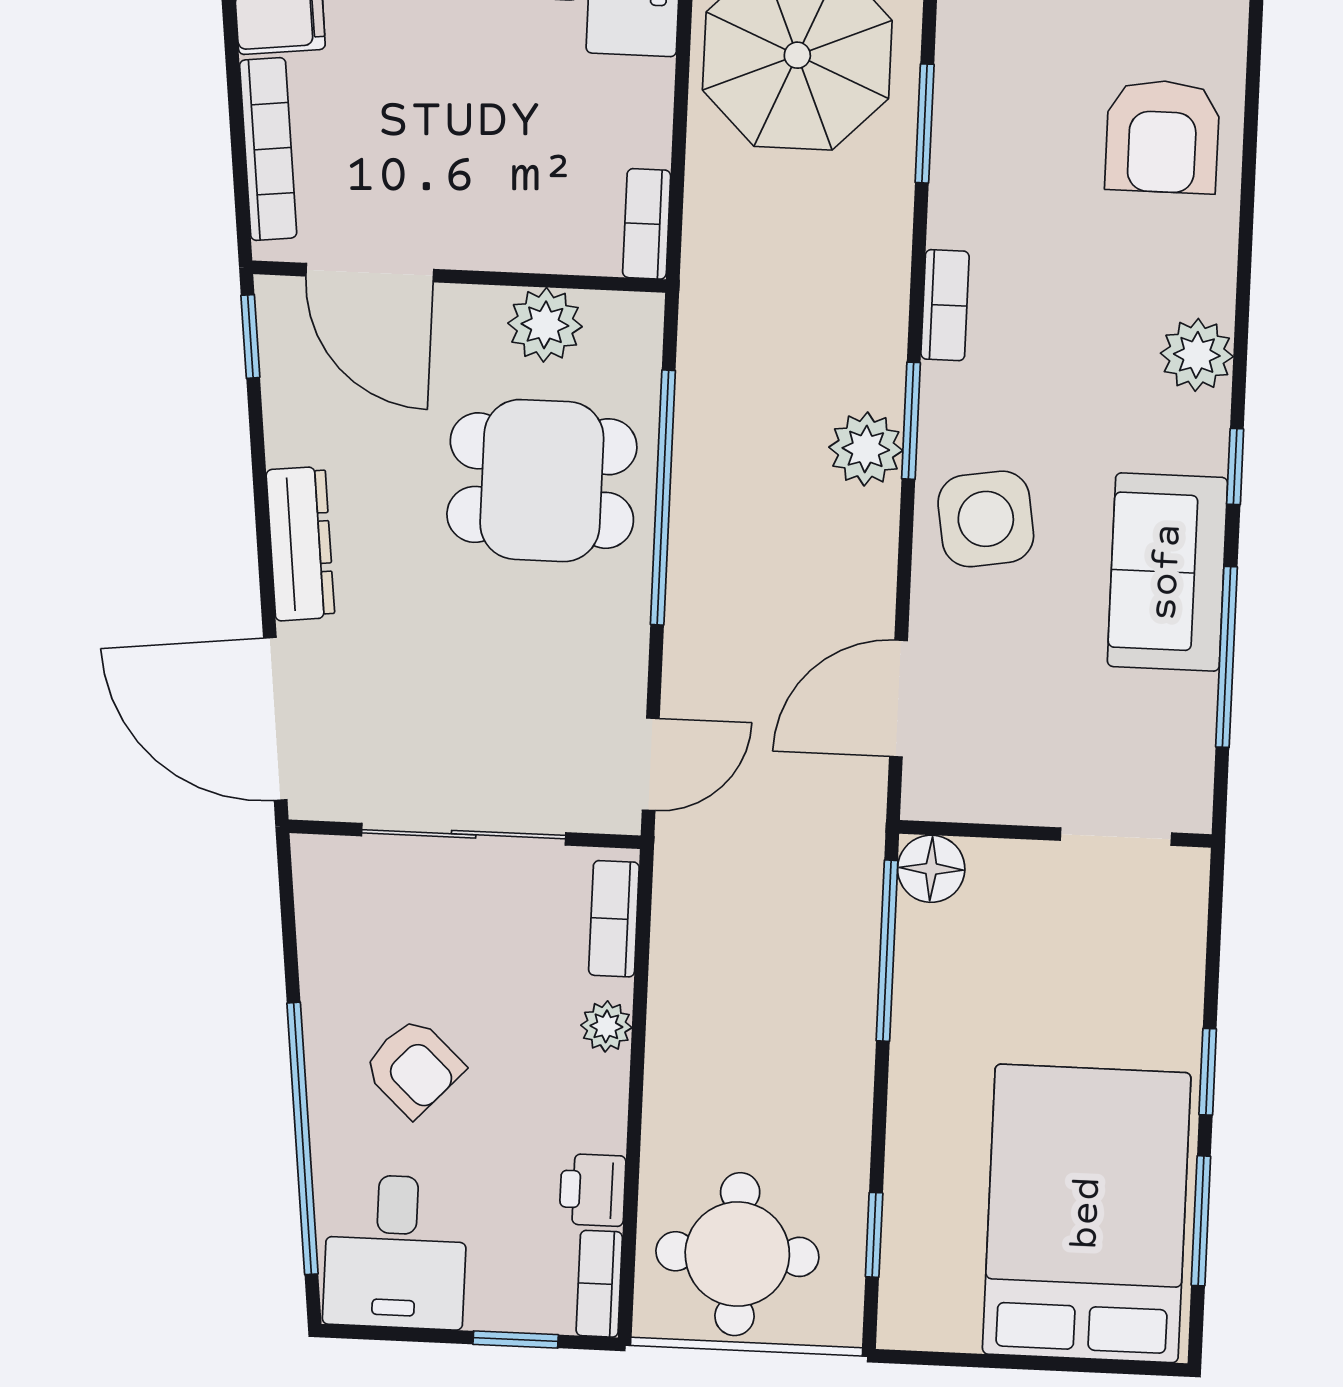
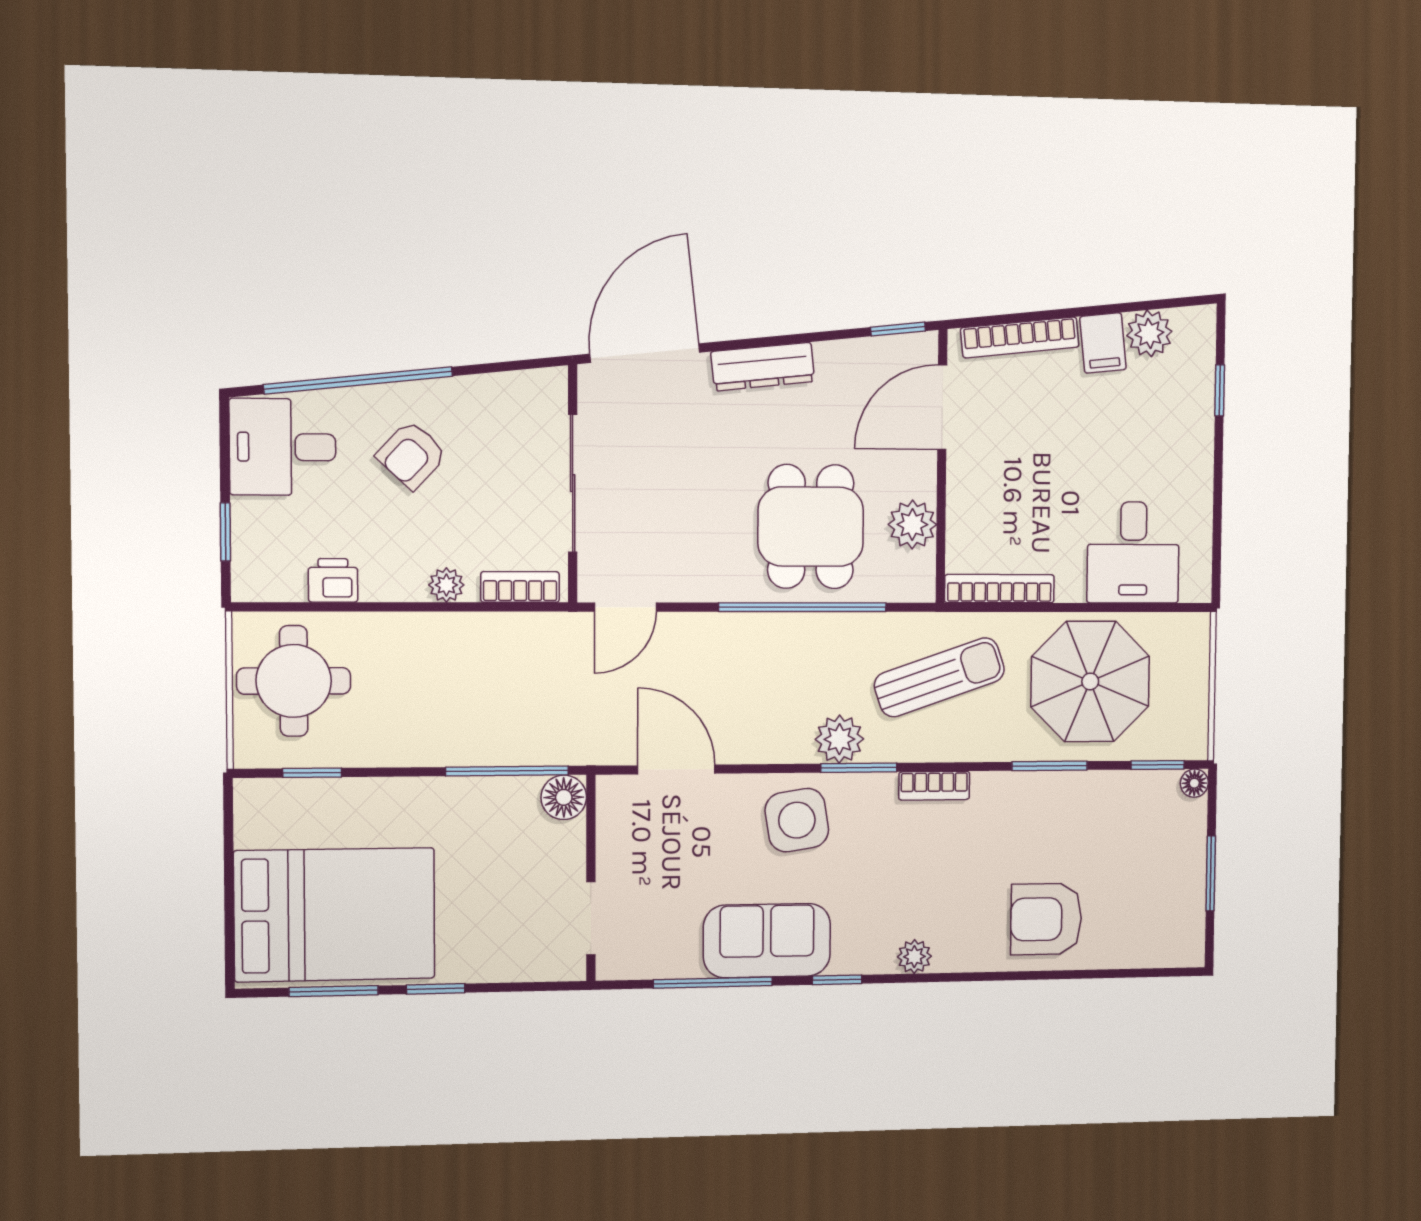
bookcase: (647, 224) -> (999, 589), width x1.56
sun lounger: (779, 291) -> (939, 677), added
plant: (1197, 355) -> (914, 957), width x0.73, depth x0.73
door: (651, 764) -> (625, 607), hinge flipped
bookcase: (599, 1284) -> (268, 588), removed

